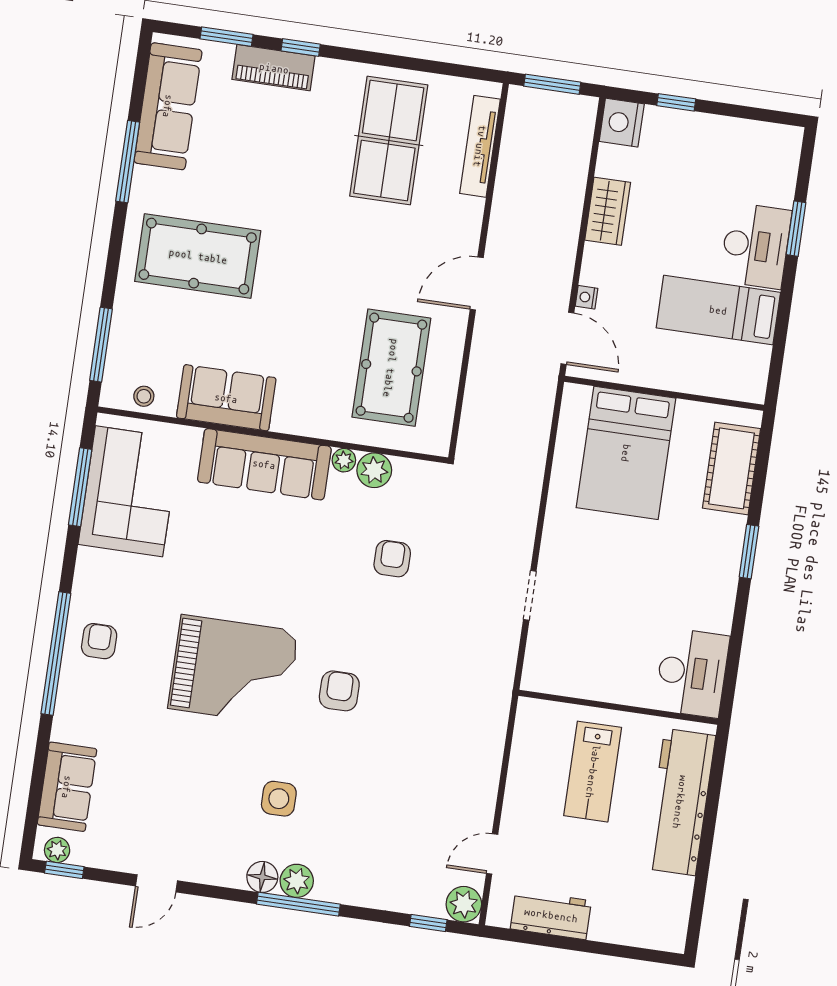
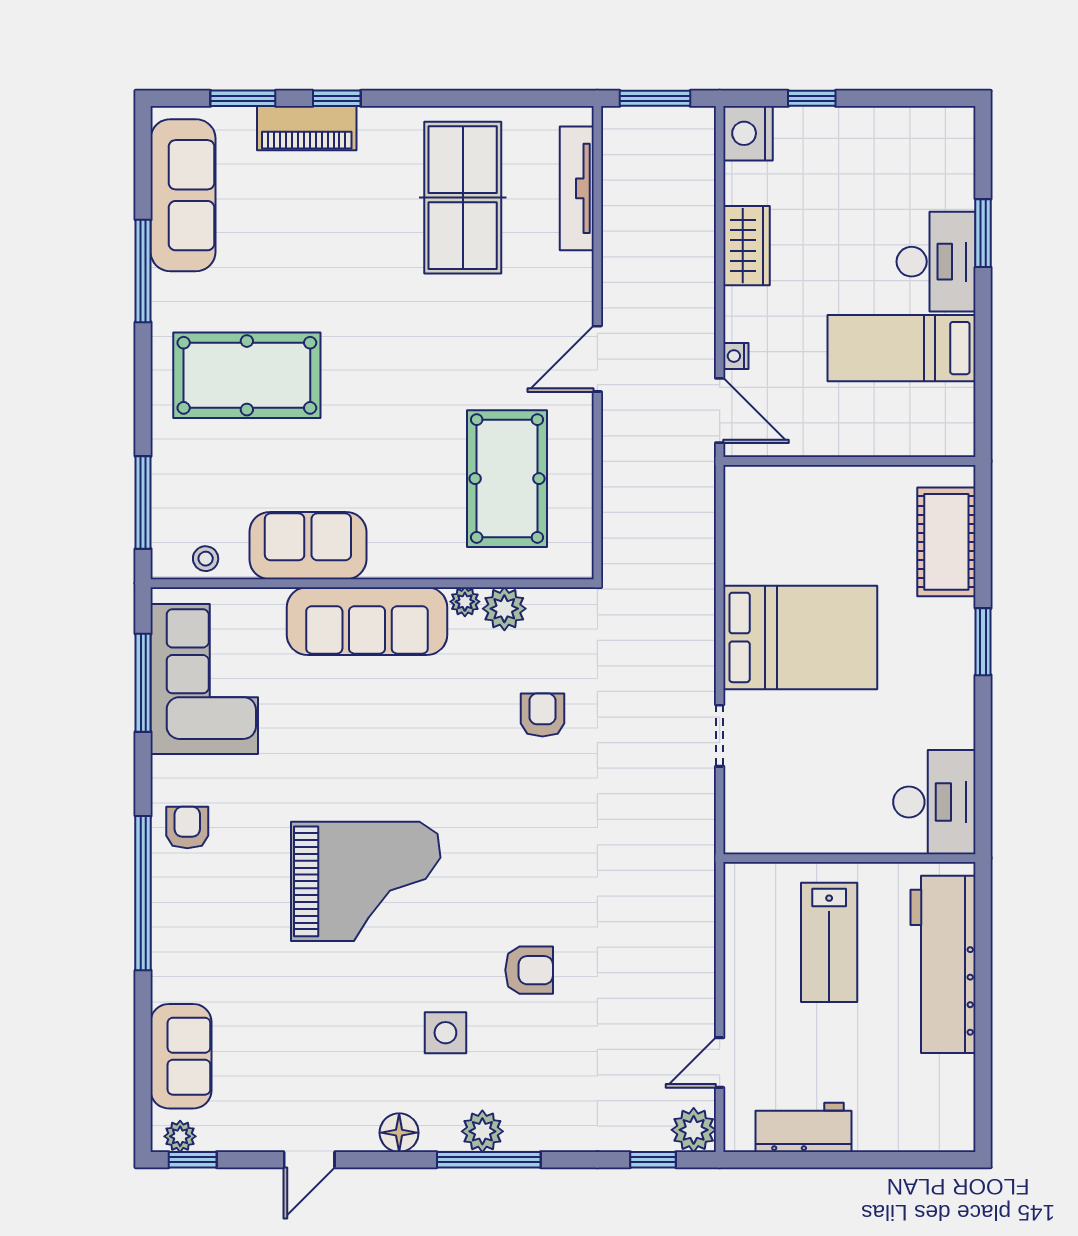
bed: (626, 453) -> (800, 637), moved, turned -90
armchair: (99, 641) -> (187, 828), moved
armchair: (339, 691) -> (529, 970), moved, turned 90
floor lamp: (262, 877) -> (399, 1133), moved

